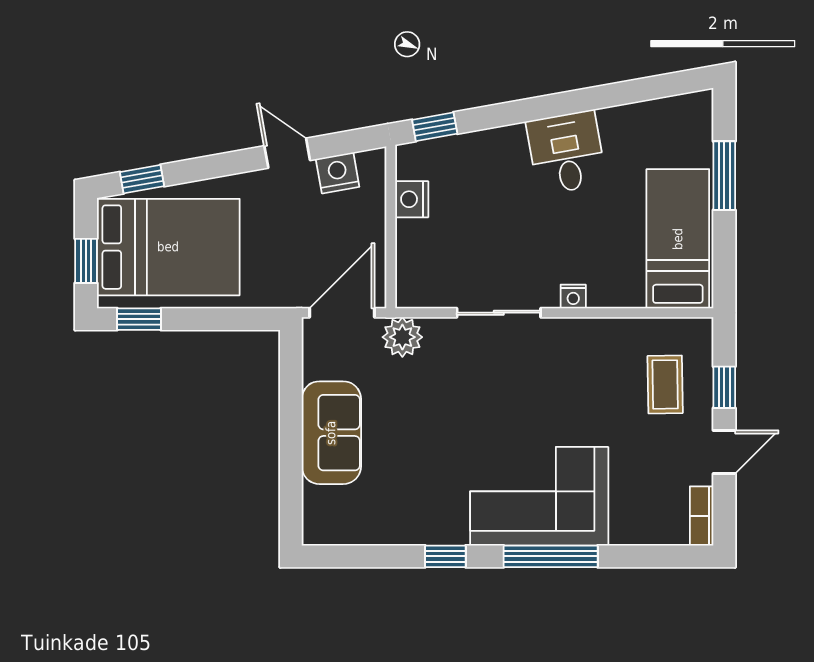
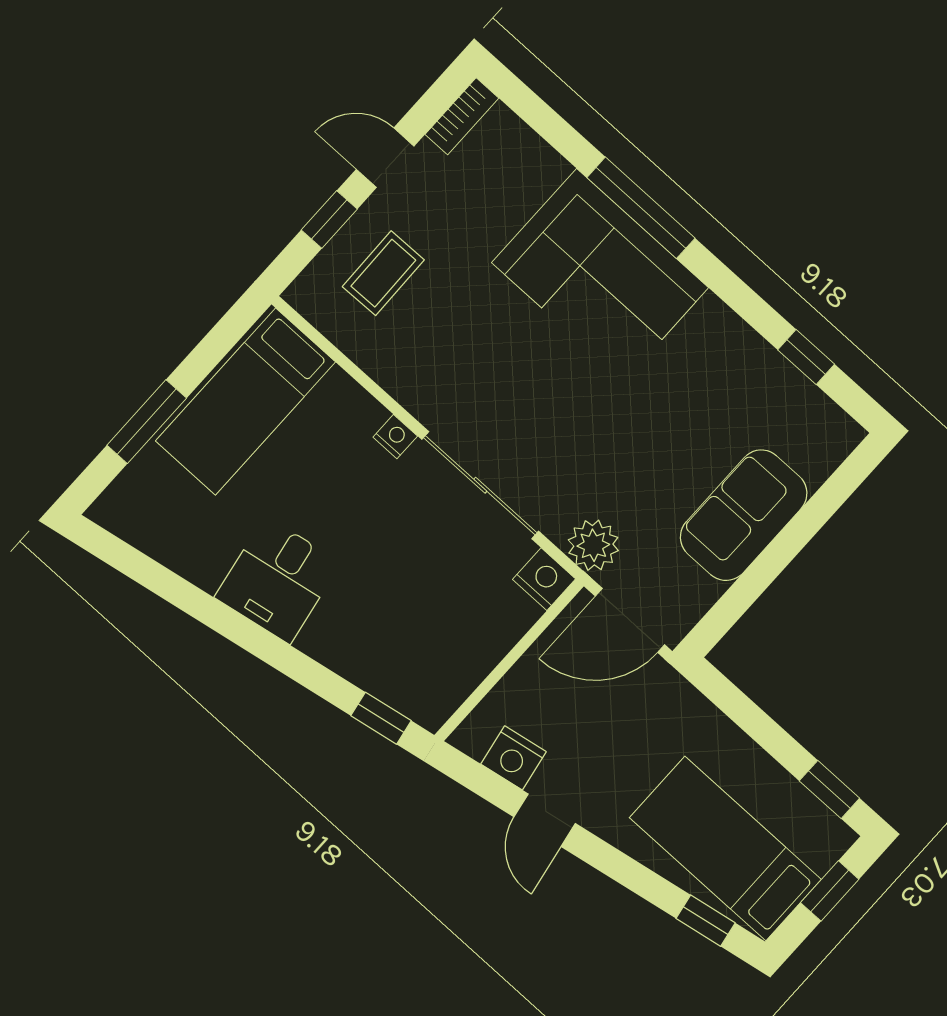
nightstand: (412, 199) -> (544, 579), moved, turned -90
bed: (168, 247) -> (725, 849), width x0.67
sliding door: (499, 313) -> (480, 485), width x1.37
window: (445, 556) -> (806, 357), moved

